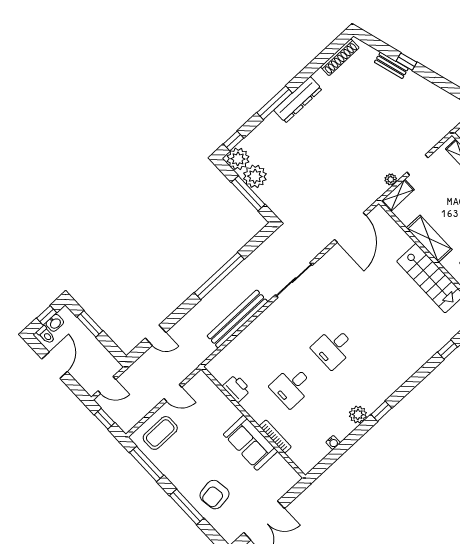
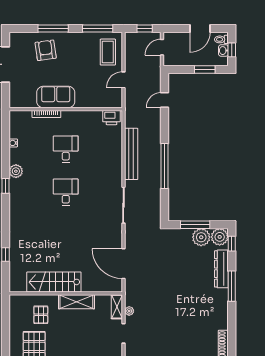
dresser: (298, 100) -> (221, 269), moved
door: (55, 365) -> (200, 29), hinge flipped
printer: (237, 388) -> (112, 118), moved

